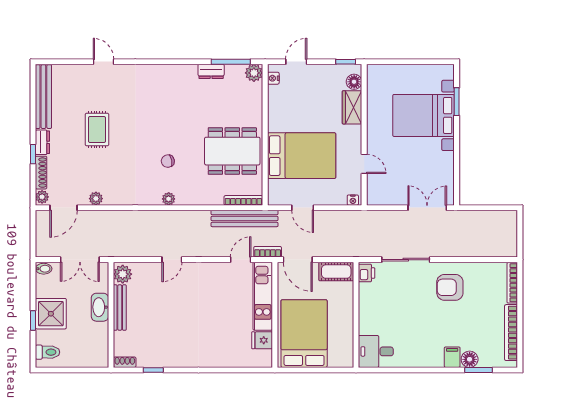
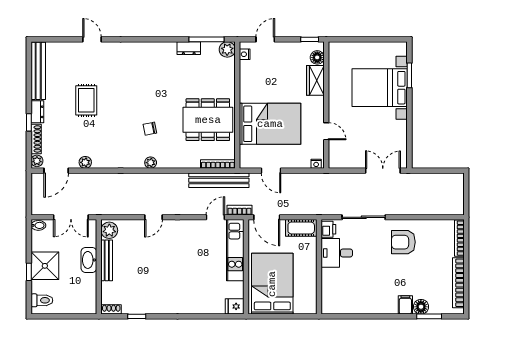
fridge: (262, 340) -> (235, 306), moved
desk: (376, 351) -> (337, 253), moved

